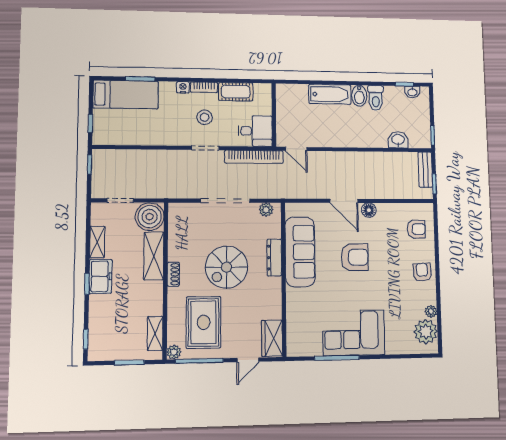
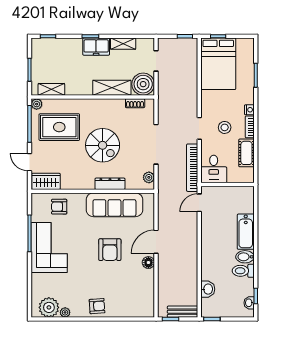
bed: (126, 95) -> (218, 64), moved, width x1.50
armchair: (416, 229) -> (59, 207), moved, turned 90
spiral stairs: (227, 267) -> (103, 145), turned 180
shoe rack: (173, 274) -> (135, 103), moved

